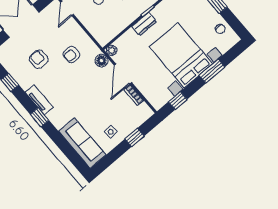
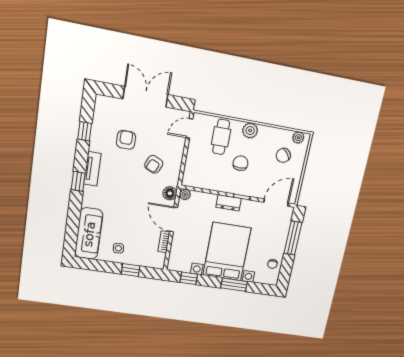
armchair: (71, 54) -> (154, 164), turned -66
door: (123, 74) -> (174, 219), hinge flipped

